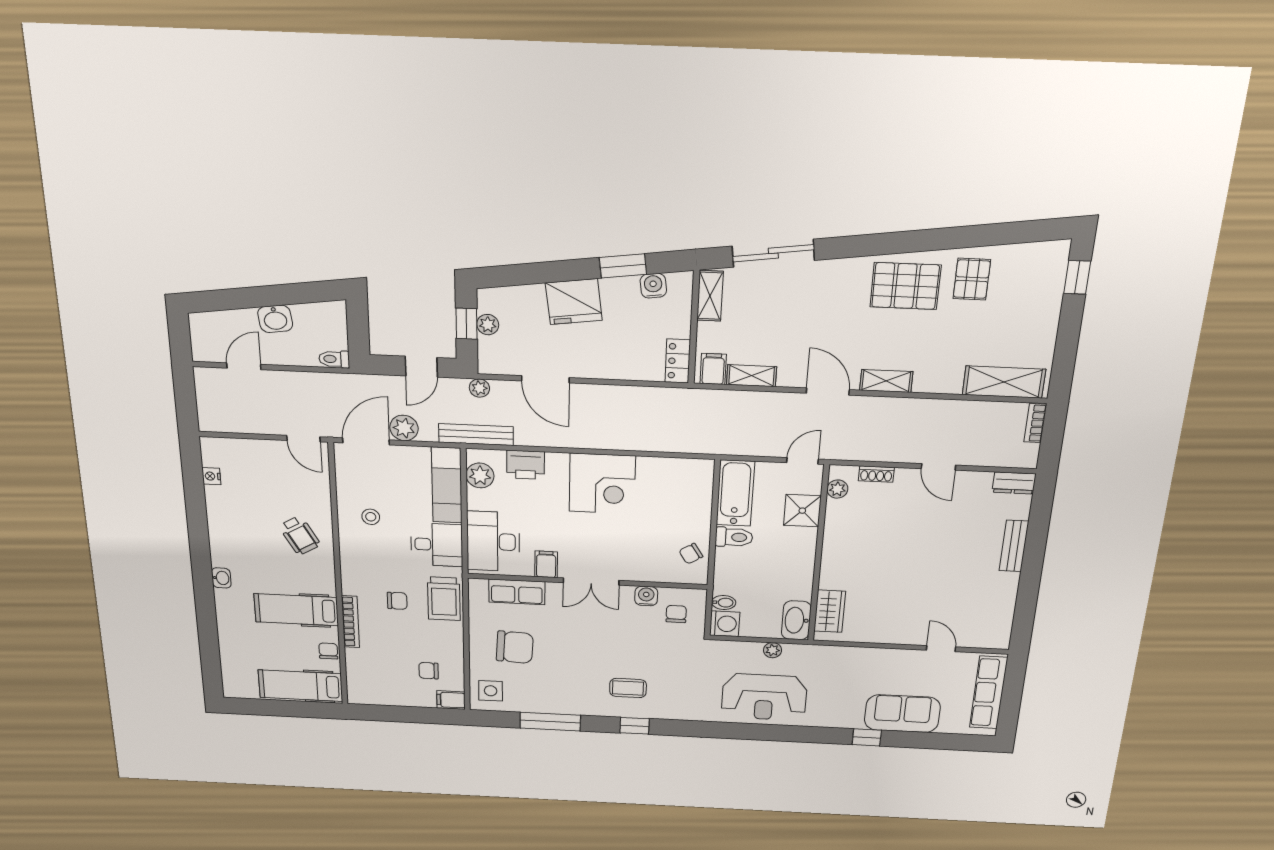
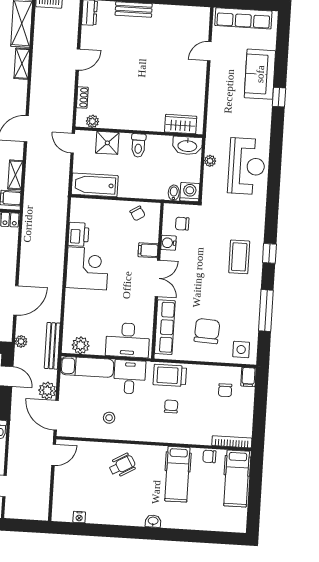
shelving: (886, 381) -> (22, 64), moved
printer: (526, 465) -> (78, 234), moved
toilet: (734, 537) -> (138, 145), moved, turned 180
filing cabinet: (546, 564) -> (148, 250), moved
row of seats: (517, 592) -> (165, 327), width x1.48
trolley: (444, 599) -> (170, 375), turned 180
bookcase: (350, 622) -> (232, 442), moved
coffee table: (628, 688) -> (239, 257), width x1.36, depth x1.30

